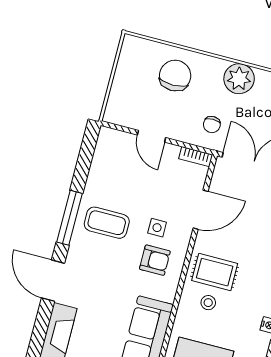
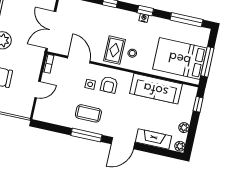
chair: (212, 125) -> (29, 55), removed
coffee table: (107, 223) -> (88, 113), turned 90
armchair: (155, 260) -> (109, 85), turned 180

